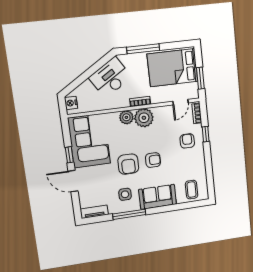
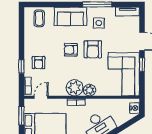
armchair: (128, 164) -> (93, 49), turned 180

